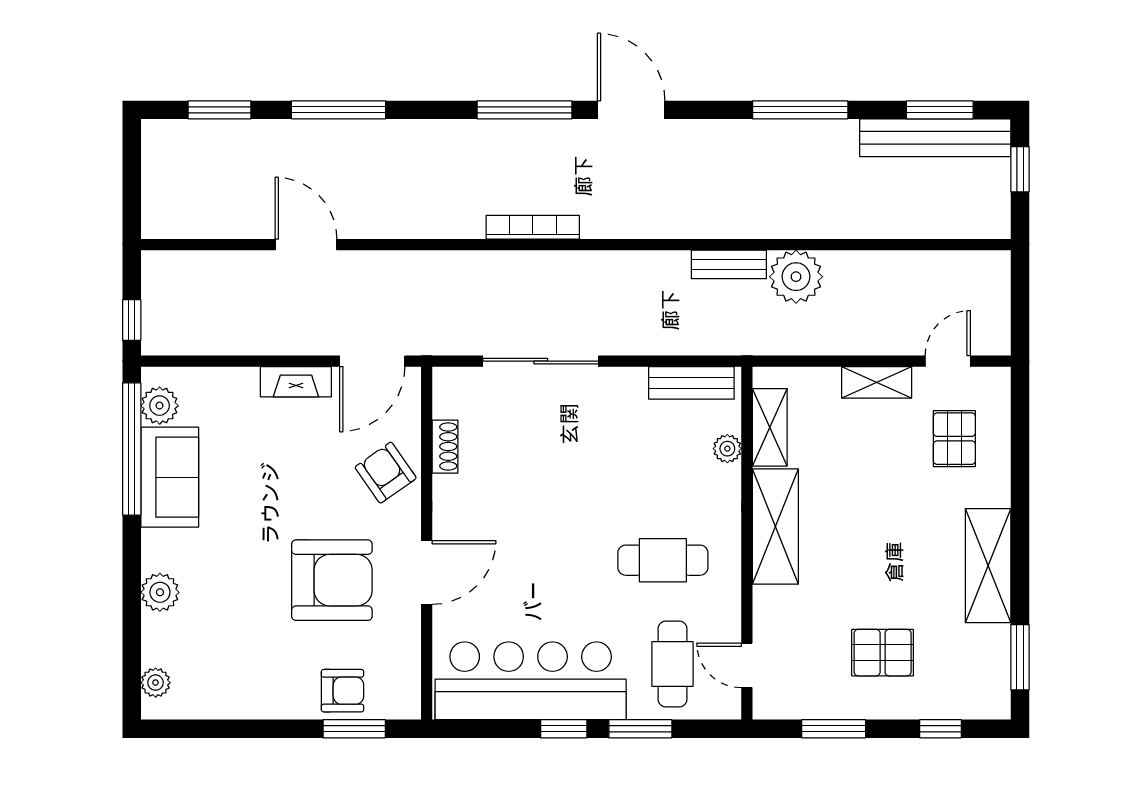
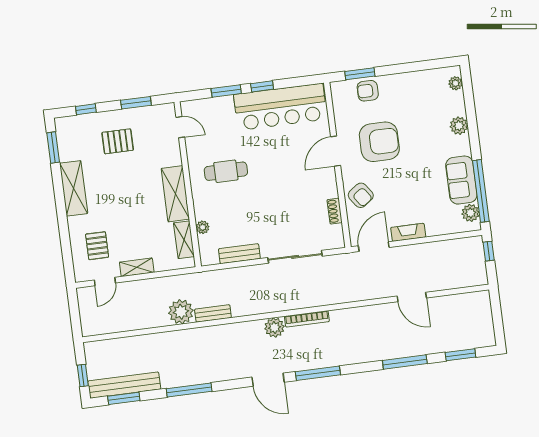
plant: (603, 218) -> (274, 328), added
bench: (691, 383) -> (239, 254), moved
armchair: (332, 580) -> (379, 142), turned 180
cafe table: (673, 664) -> (215, 123), removed

